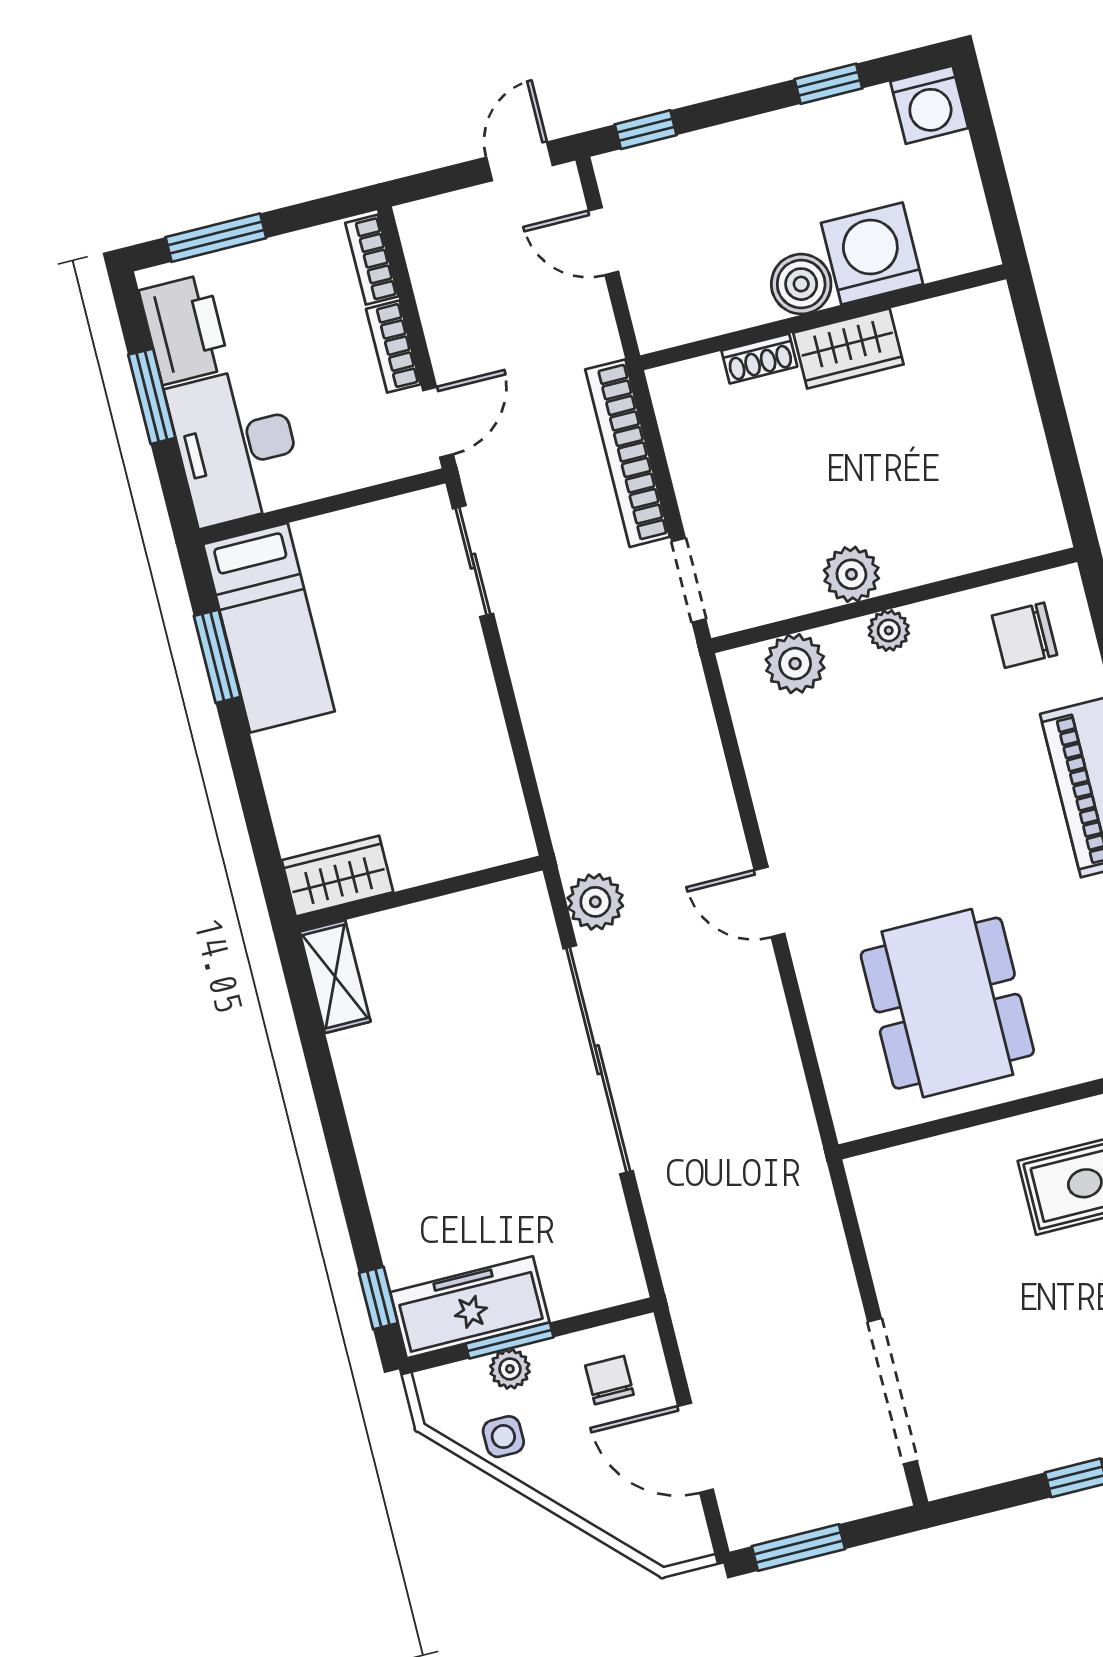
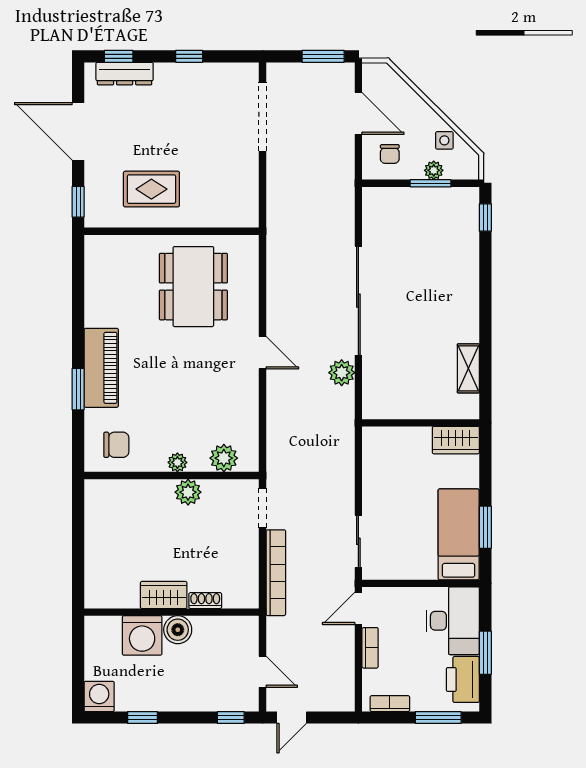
bookcase: (372, 260) -> (390, 704), moved, turned -90
wardrobe: (337, 876) -> (456, 440), moved
wall: (419, 894) -> (421, 423), moved
freezer: (470, 1307) -> (445, 203), removed

